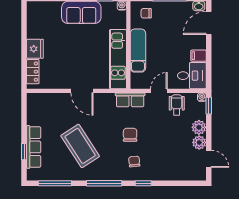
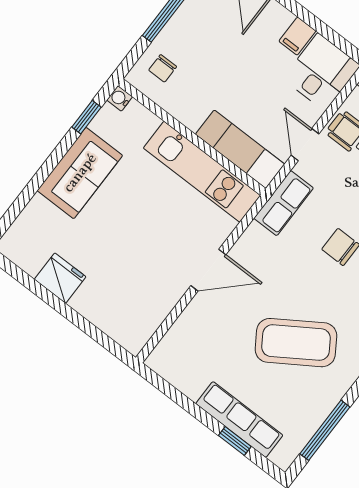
fridge: (35, 49) -> (60, 278), moved
exam couch: (138, 51) -> (240, 149), moved
locker: (33, 72) -> (115, 326), removed

